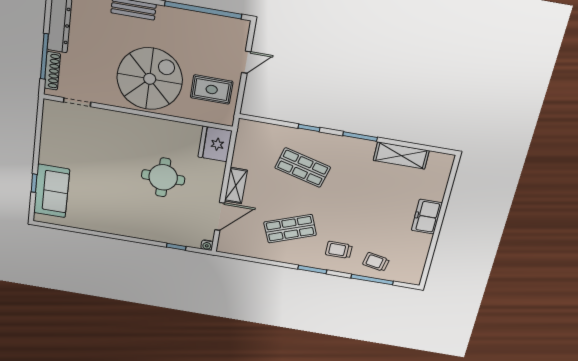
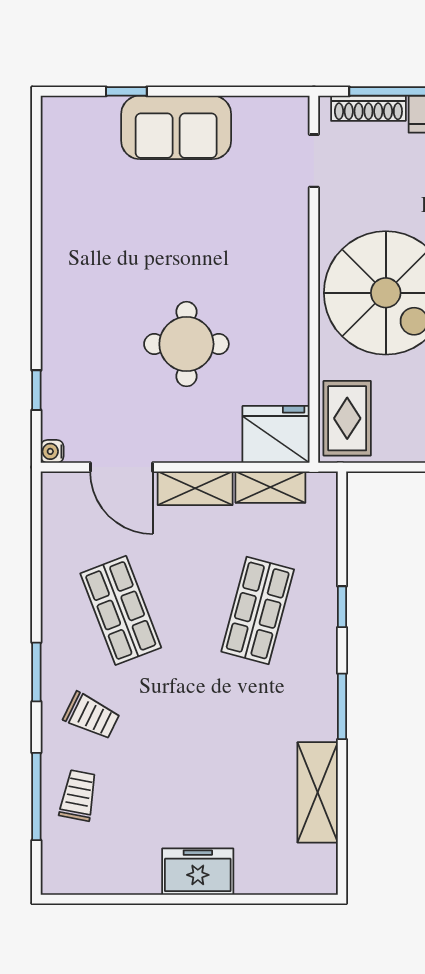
rug: (212, 90) -> (347, 418), moved
shelving: (241, 151) -> (270, 487), added
sofa: (52, 191) -> (176, 127), moved
trolley: (339, 250) -> (92, 716), turned 116

